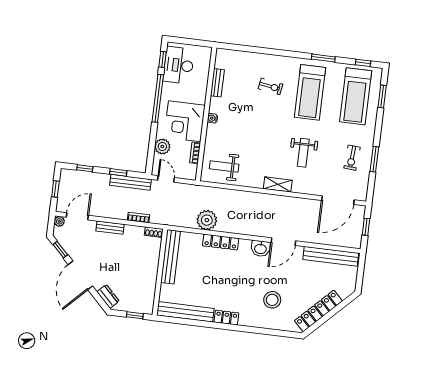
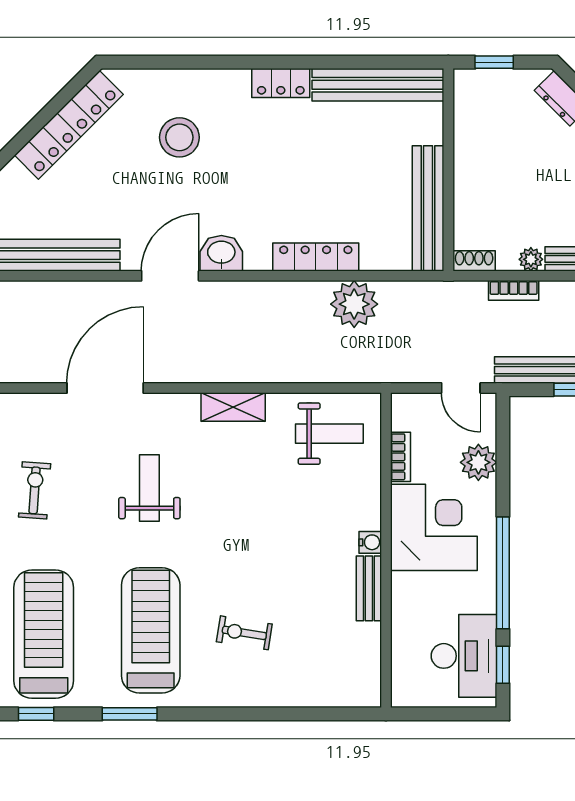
bench: (217, 83) -> (369, 588), moved
shelving: (278, 184) -> (233, 407), moved
door: (338, 200) -> (105, 388), moved
plant: (130, 230) -> (531, 259), added

